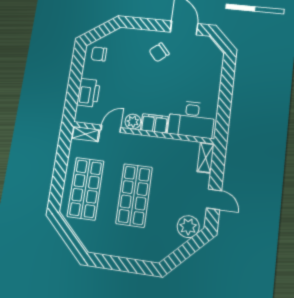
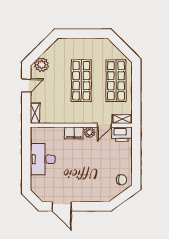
chair: (159, 52) -> (77, 186), removed
printer: (88, 93) -> (122, 134), moved, turned -90
desk: (191, 119) -> (43, 159), moved, turned -90
door: (214, 199) -> (26, 85), swing flipped

